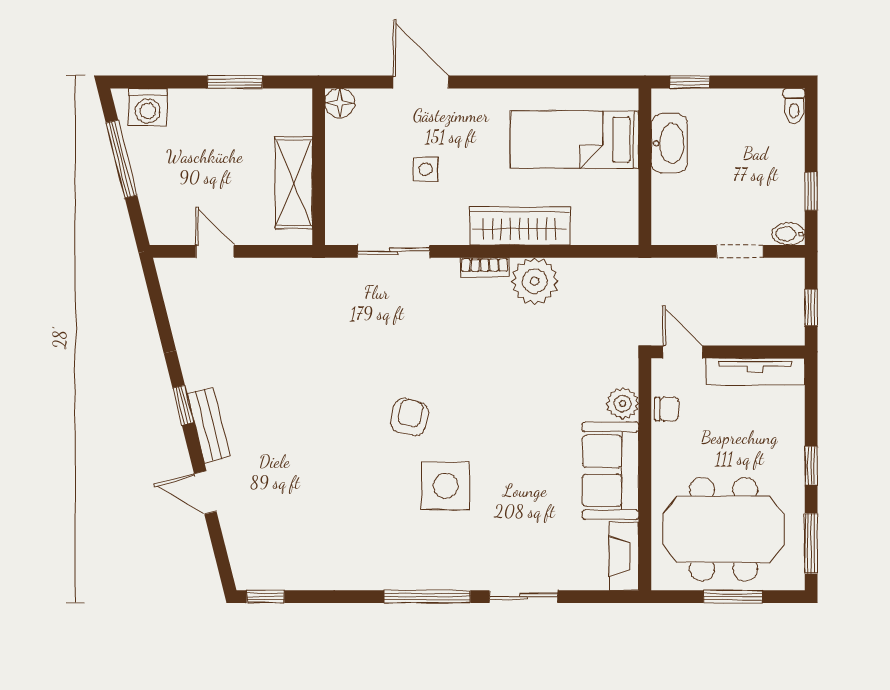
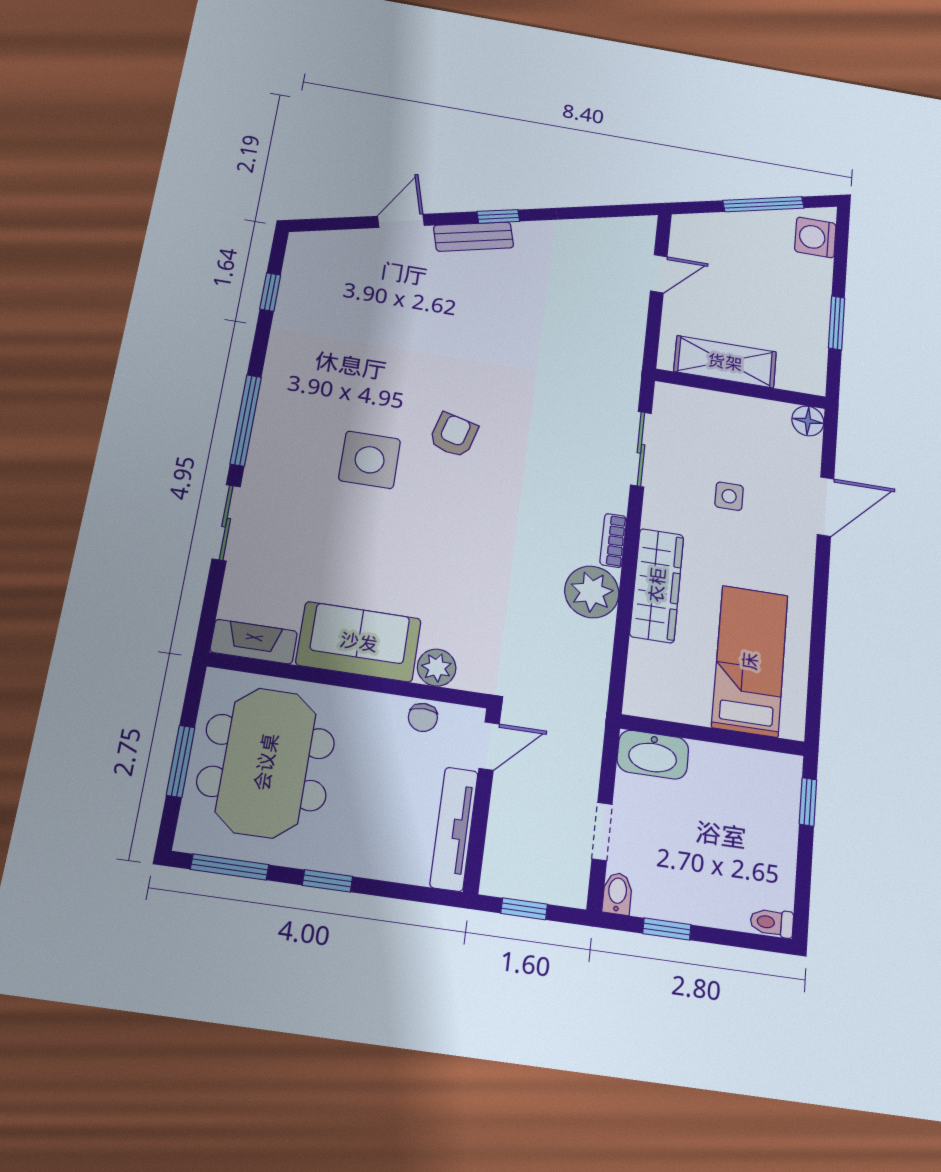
washbasin: (669, 143) -> (653, 755), moved
armchair: (409, 417) -> (454, 435), turned -88
window: (265, 597) -> (270, 292), moved

